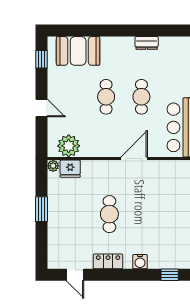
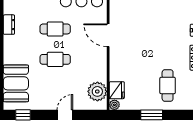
cafe table: (109, 214) -> (168, 85), moved, turned 90

